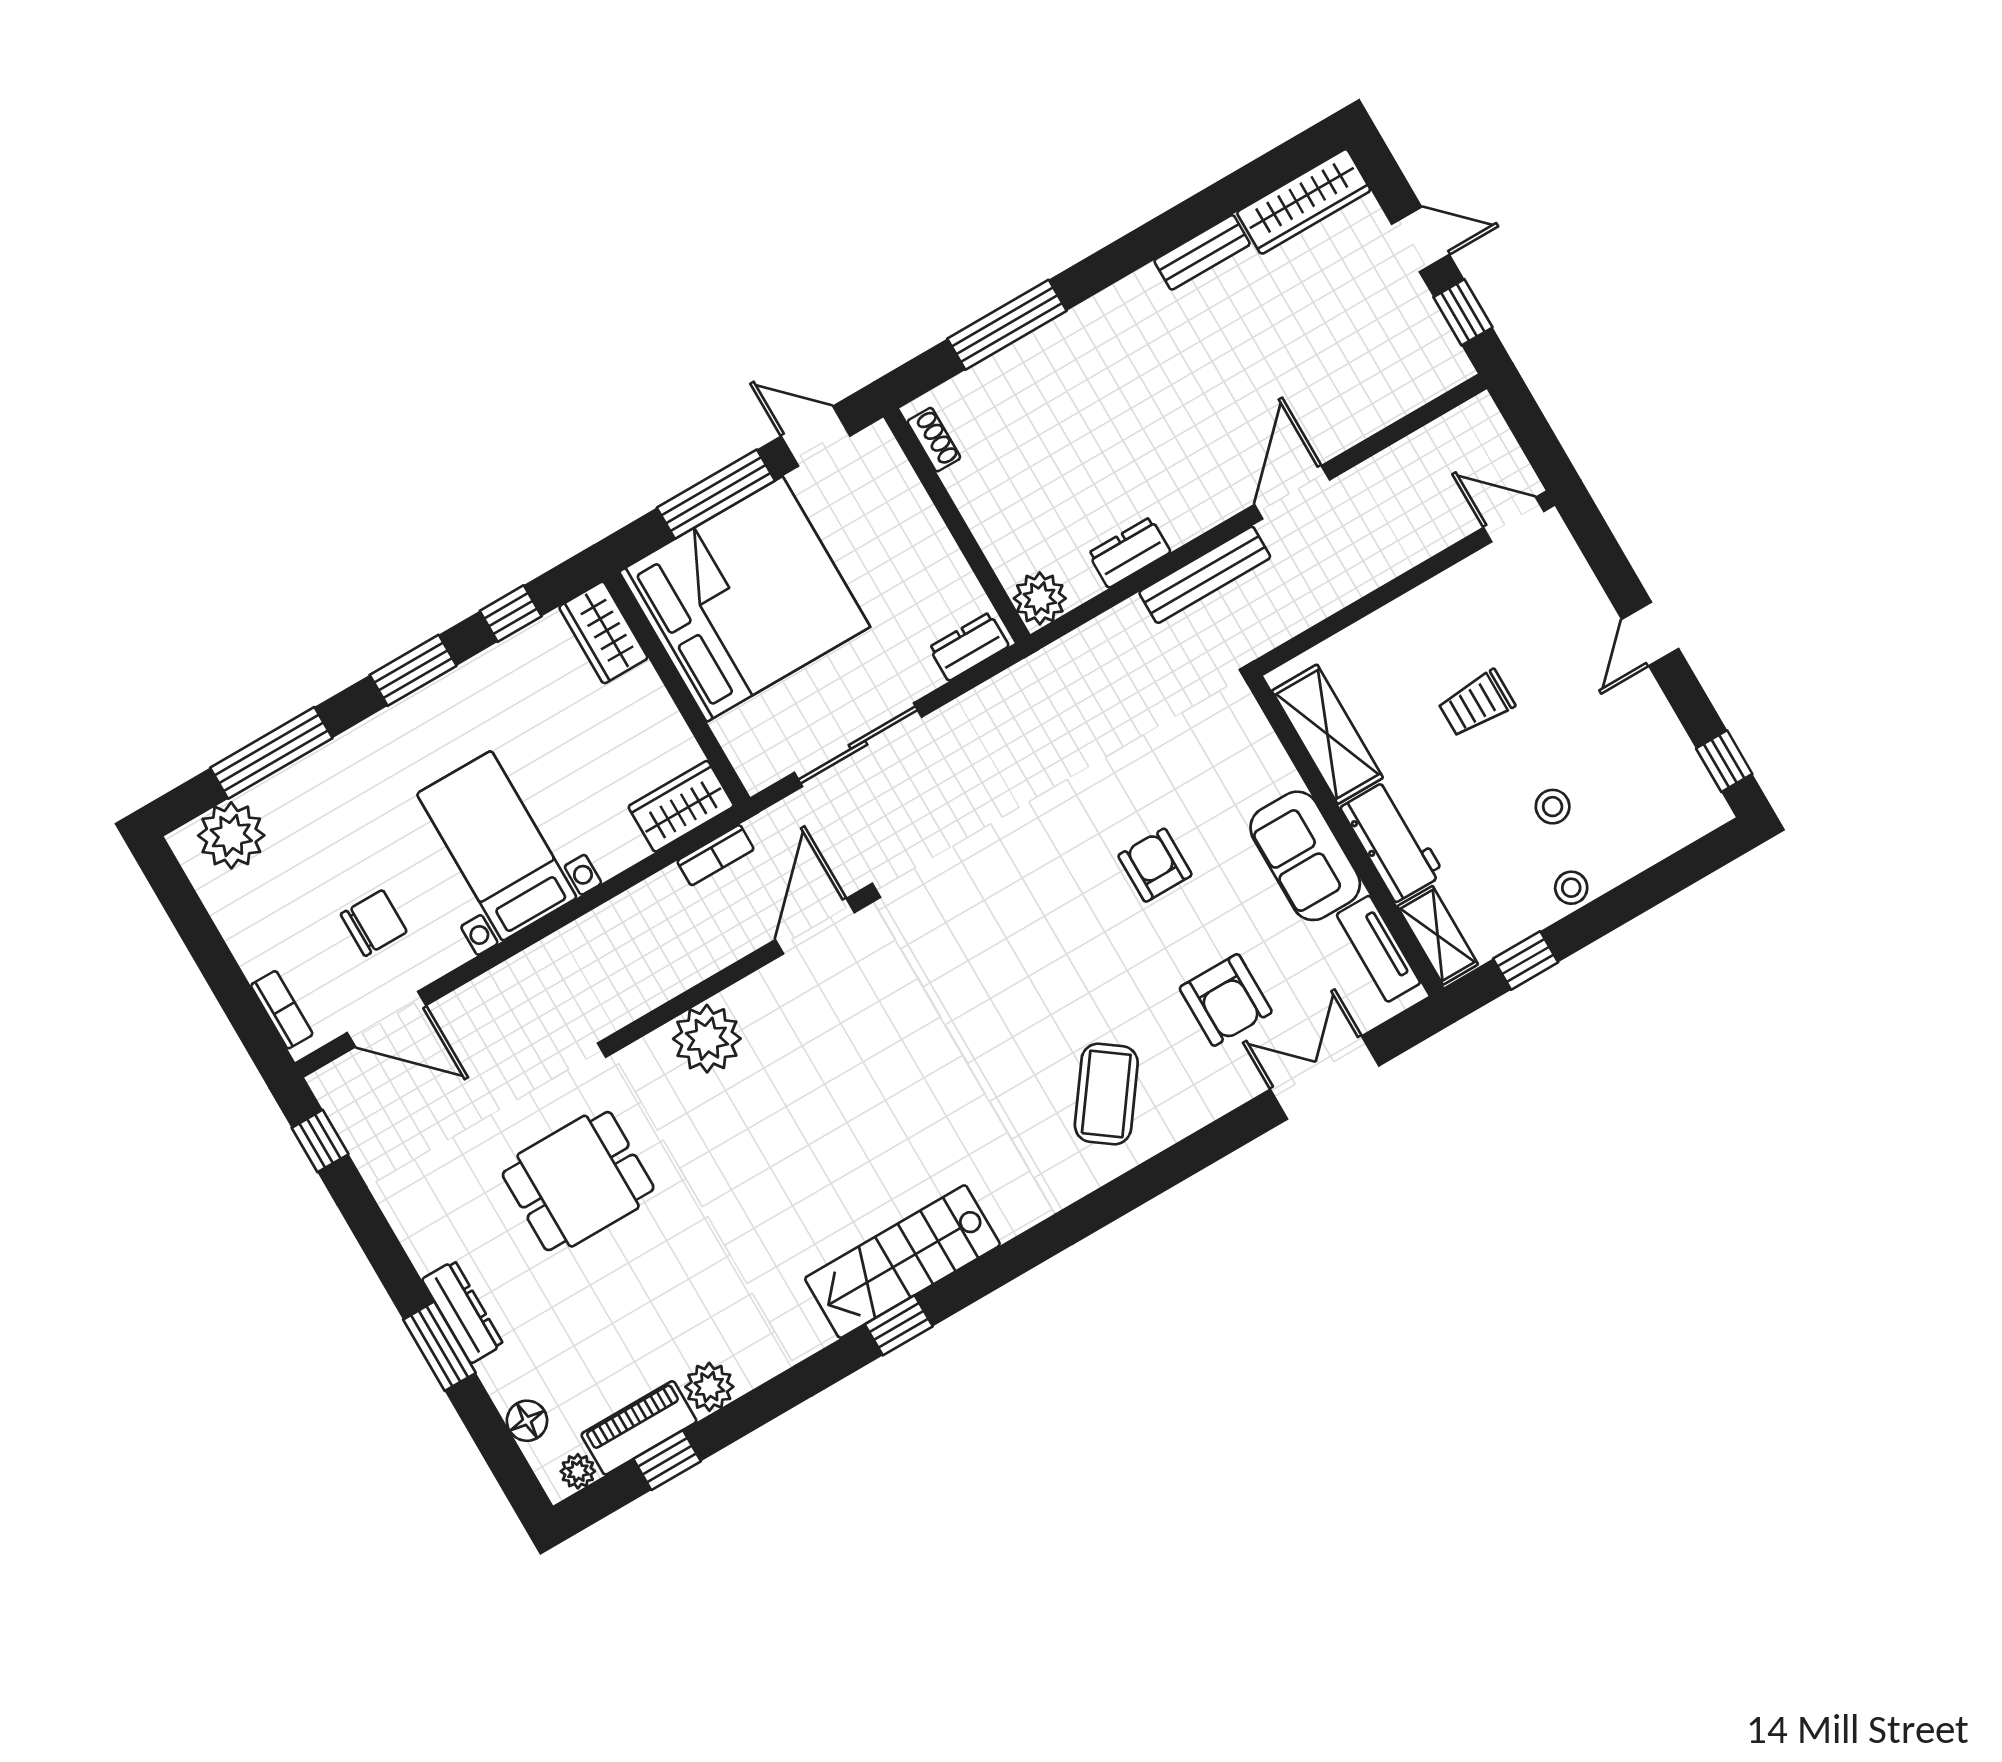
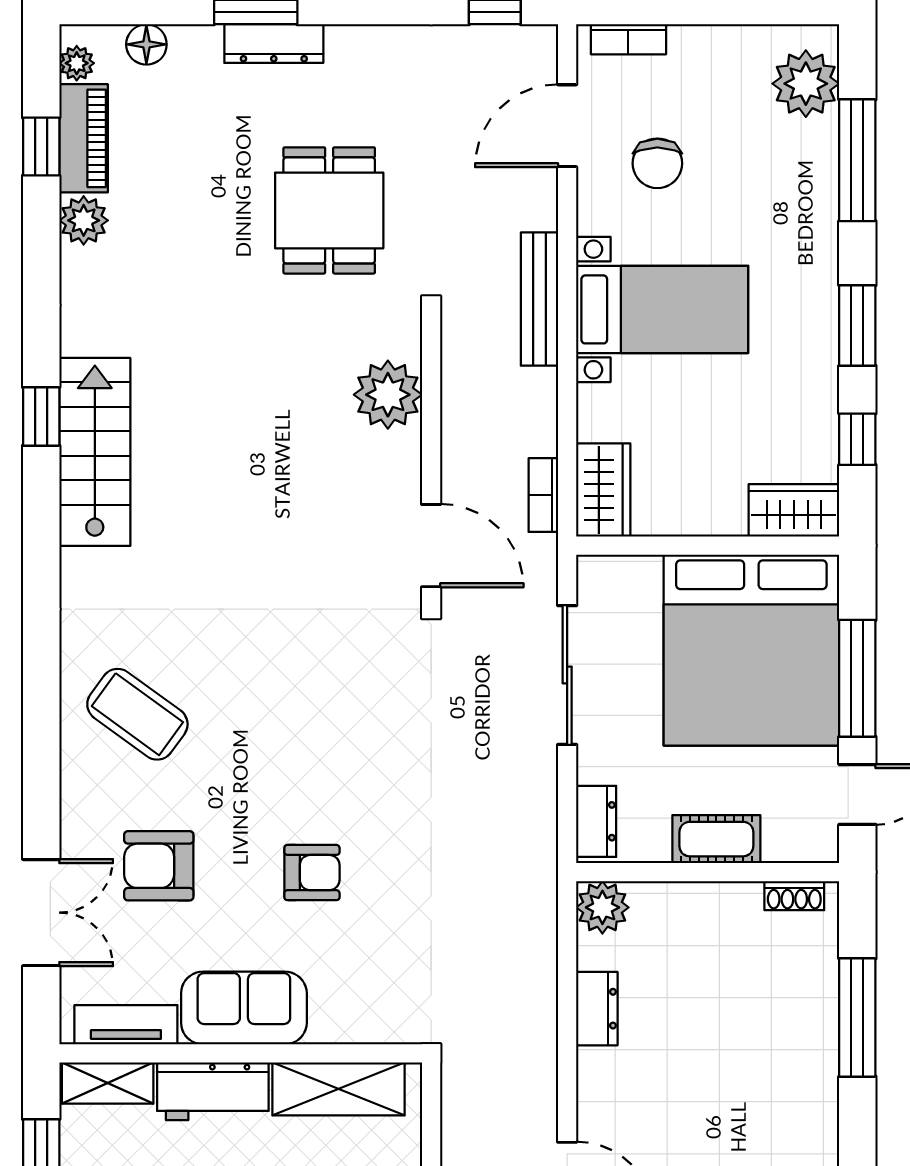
cot: (924, 535) -> (716, 839), added
bench: (1205, 575) -> (539, 299), moved

